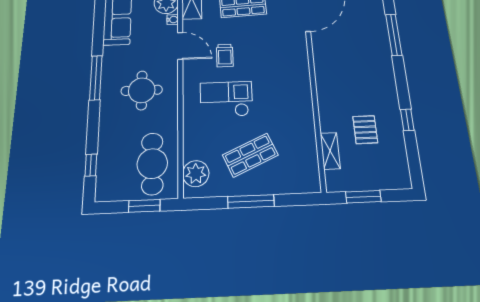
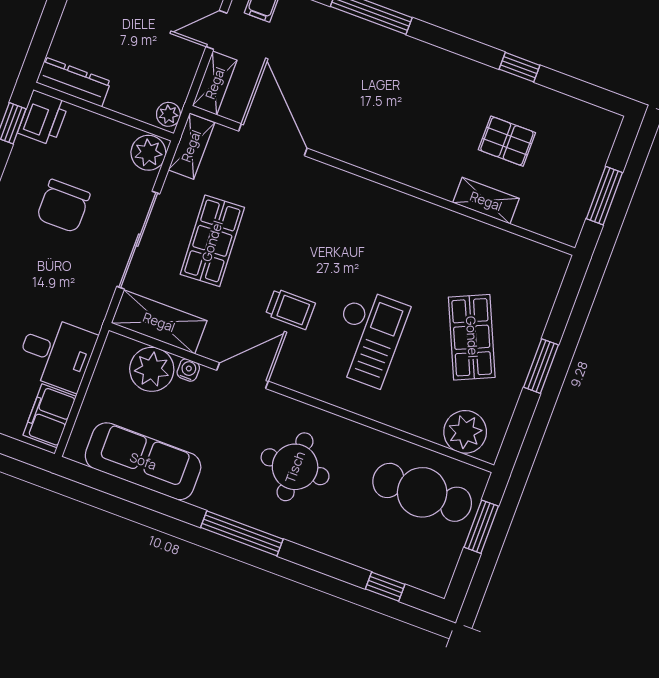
checkout: (226, 99) -> (367, 337), turned 180
shelving: (330, 151) -> (486, 201), moved
window: (251, 201) -> (541, 366), width x0.69

